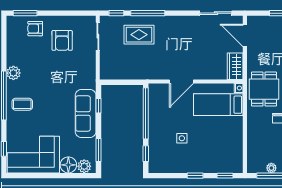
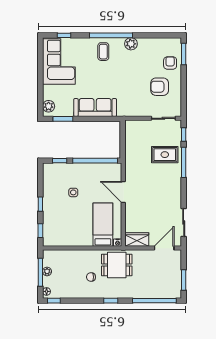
rug: (139, 35) -> (165, 155), turned 90
window: (98, 106) -> (102, 119), removed
floor lamp: (68, 165) -> (50, 92), removed

